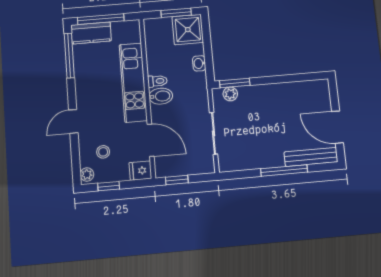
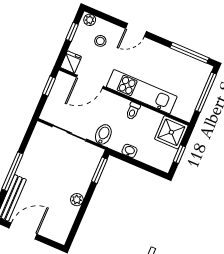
window: (176, 13) -> (179, 154), width x0.67
shower: (188, 30) -> (171, 132), moved
kitchen counter: (91, 33) -> (199, 79), removed
plant: (230, 94) -> (77, 200), moved
bidet: (161, 96) -> (103, 134), moved, turned 180
door: (73, 121) -> (136, 30), swing flipped

